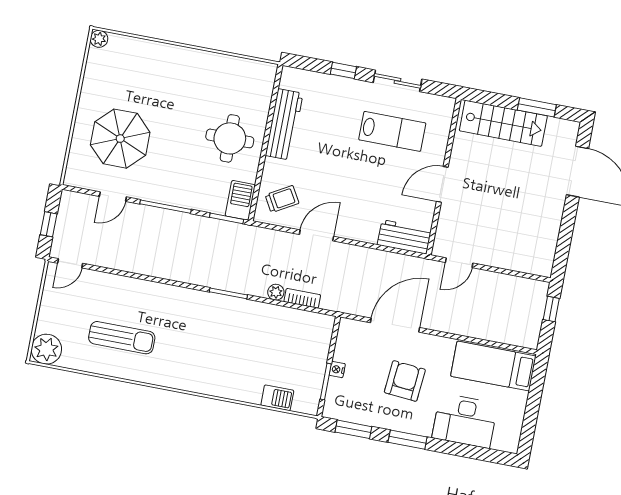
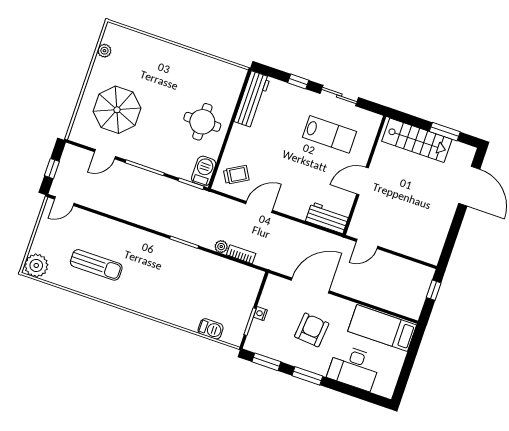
plant: (99, 39) -> (104, 51), moved
workbench: (284, 124) -> (252, 99), moved

